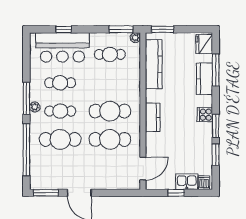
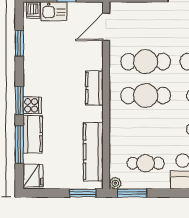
cooker: (205, 115) -> (32, 105), moved
window: (216, 126) -> (19, 100), moved

